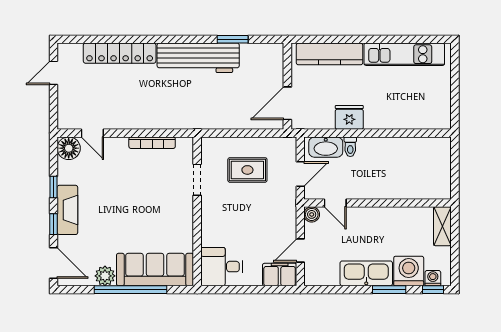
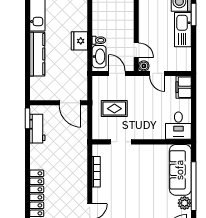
workbench: (198, 58) -> (37, 129), width x0.53, depth x0.76
wall: (287, 86) -> (59, 103), moved
door: (287, 103) -> (70, 103), moved
rug: (247, 170) -> (114, 109), turned 90
door: (335, 203) -> (136, 50), hinge flipped
door: (300, 250) -> (157, 73), moved

